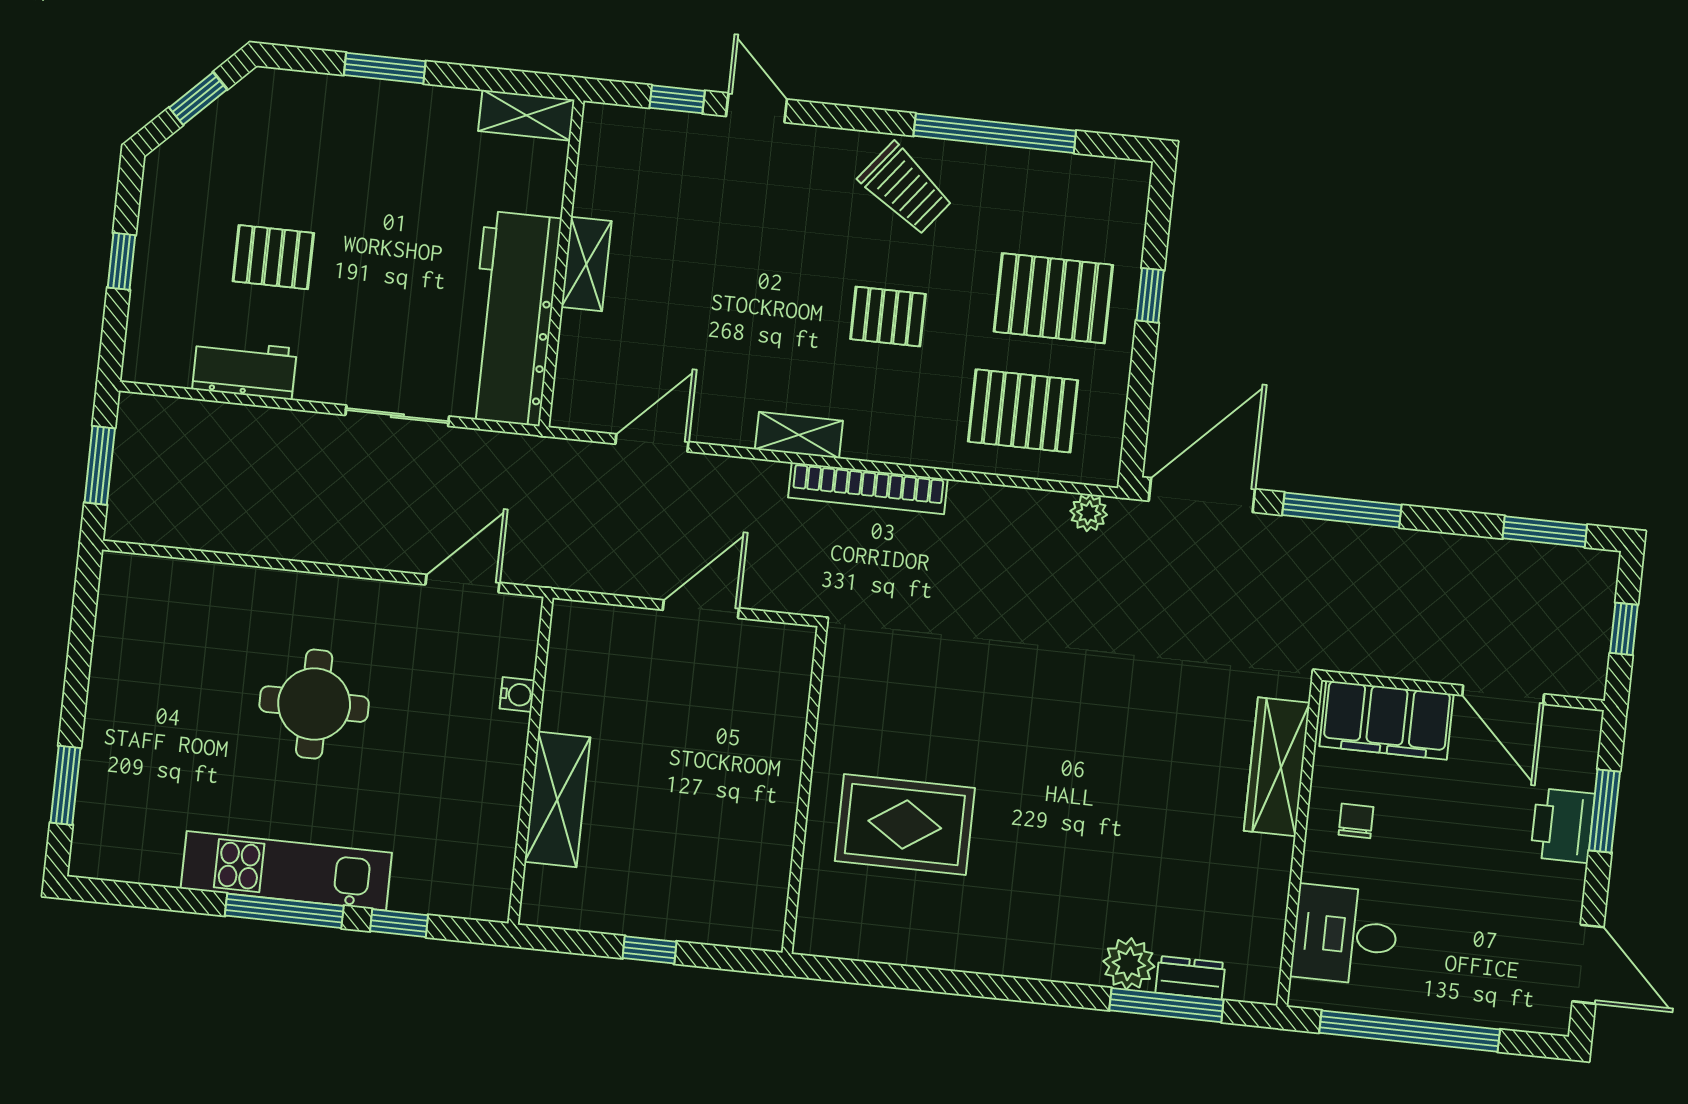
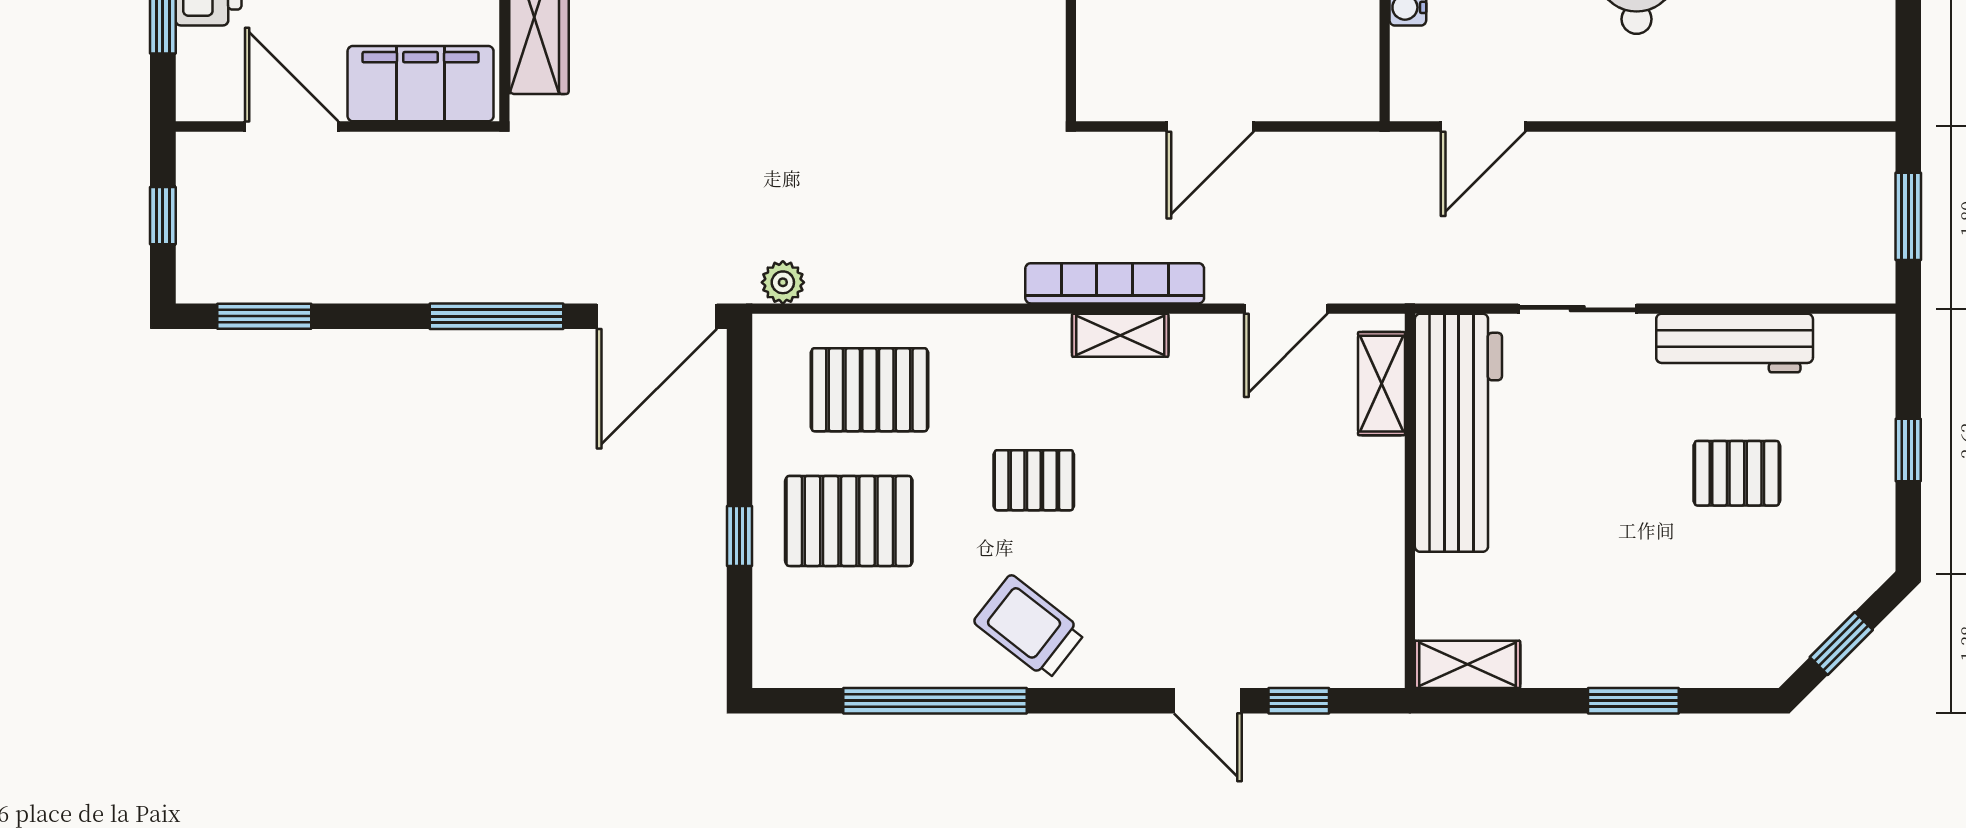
shelving: (586, 264) -> (1382, 384), moved
workbench: (245, 369) -> (1735, 343), width x1.38
bookcase: (868, 488) -> (1115, 283), moved

